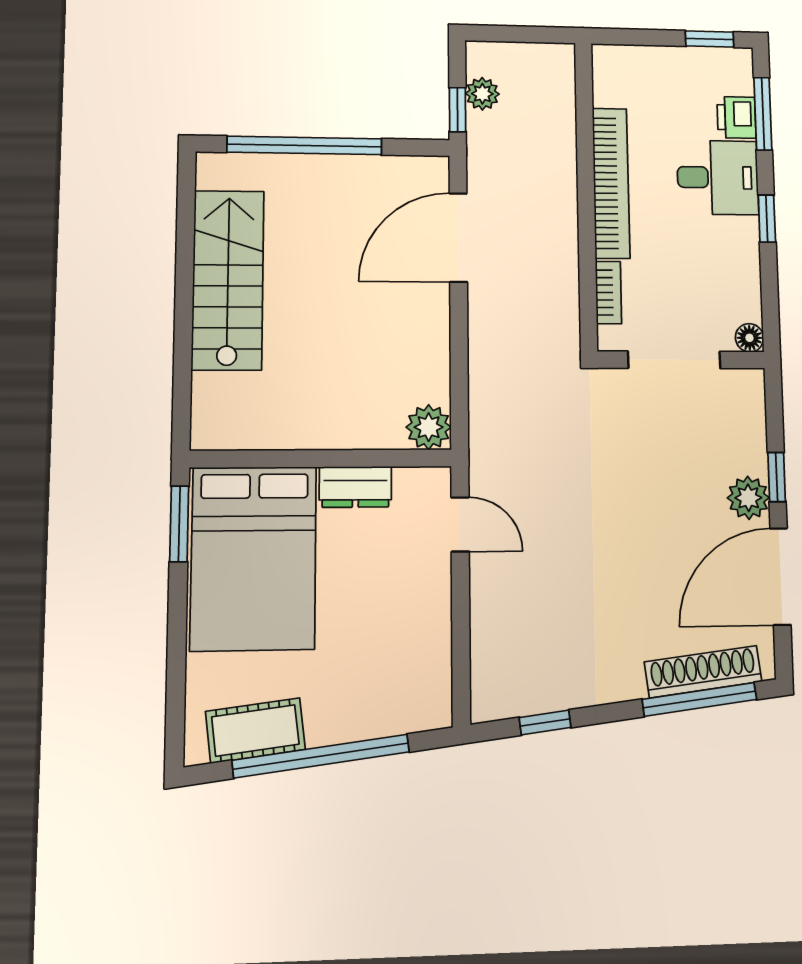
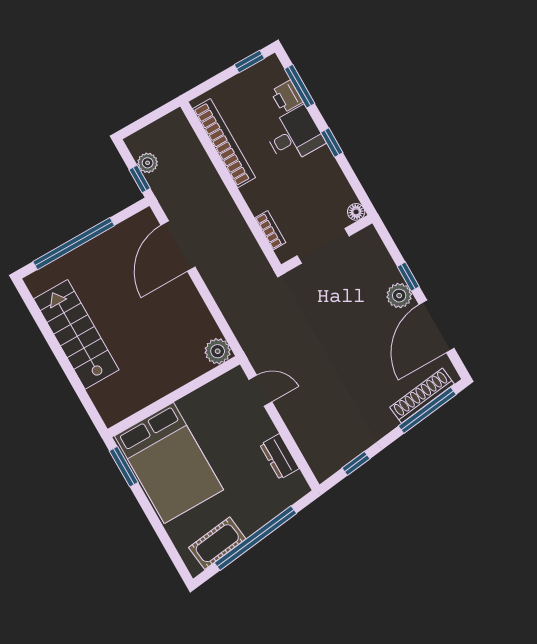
bookcase: (611, 183) -> (224, 143), moved
dresser: (355, 487) -> (279, 457), moved, turned 90

